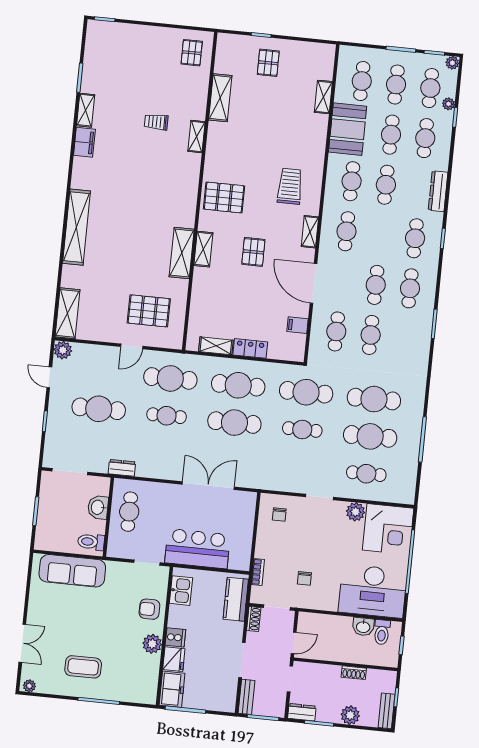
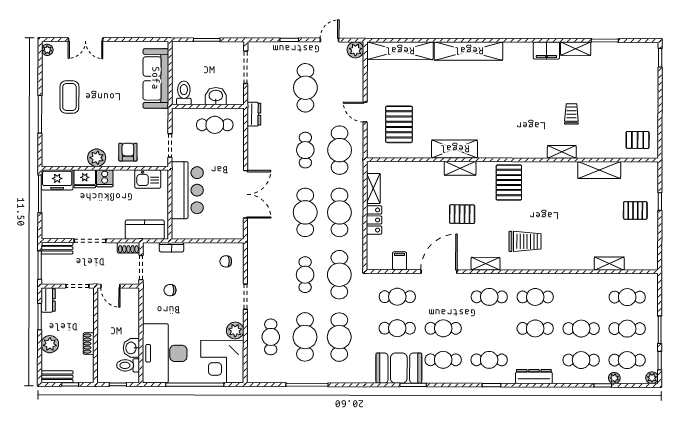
booth: (348, 129) -> (399, 368), moved
shelving: (67, 313) -> (400, 51), width x1.47

